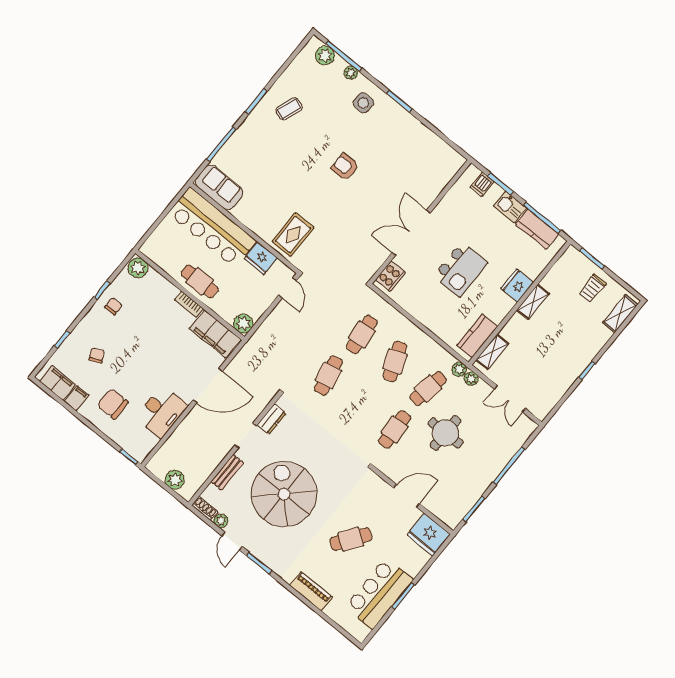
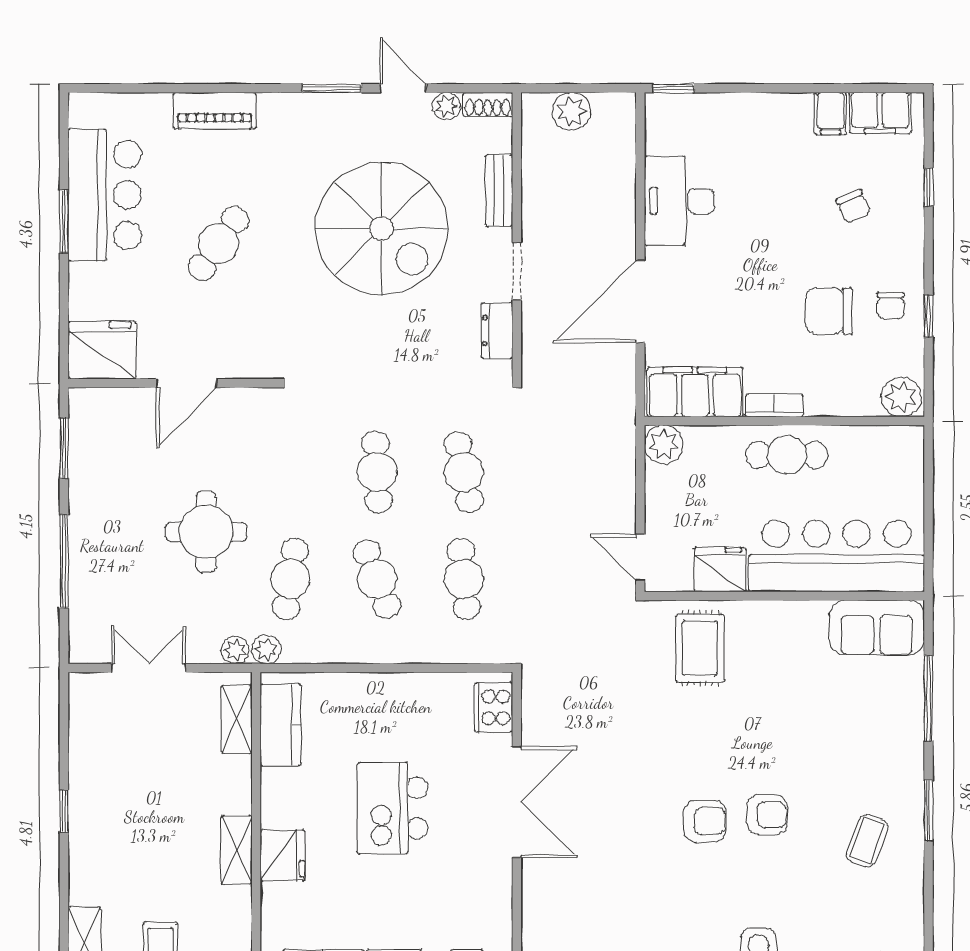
armchair: (319, 150) -> (767, 815), added
chair: (113, 404) -> (829, 311), moved, turned 180
cafe table: (395, 429) -> (377, 472), moved

